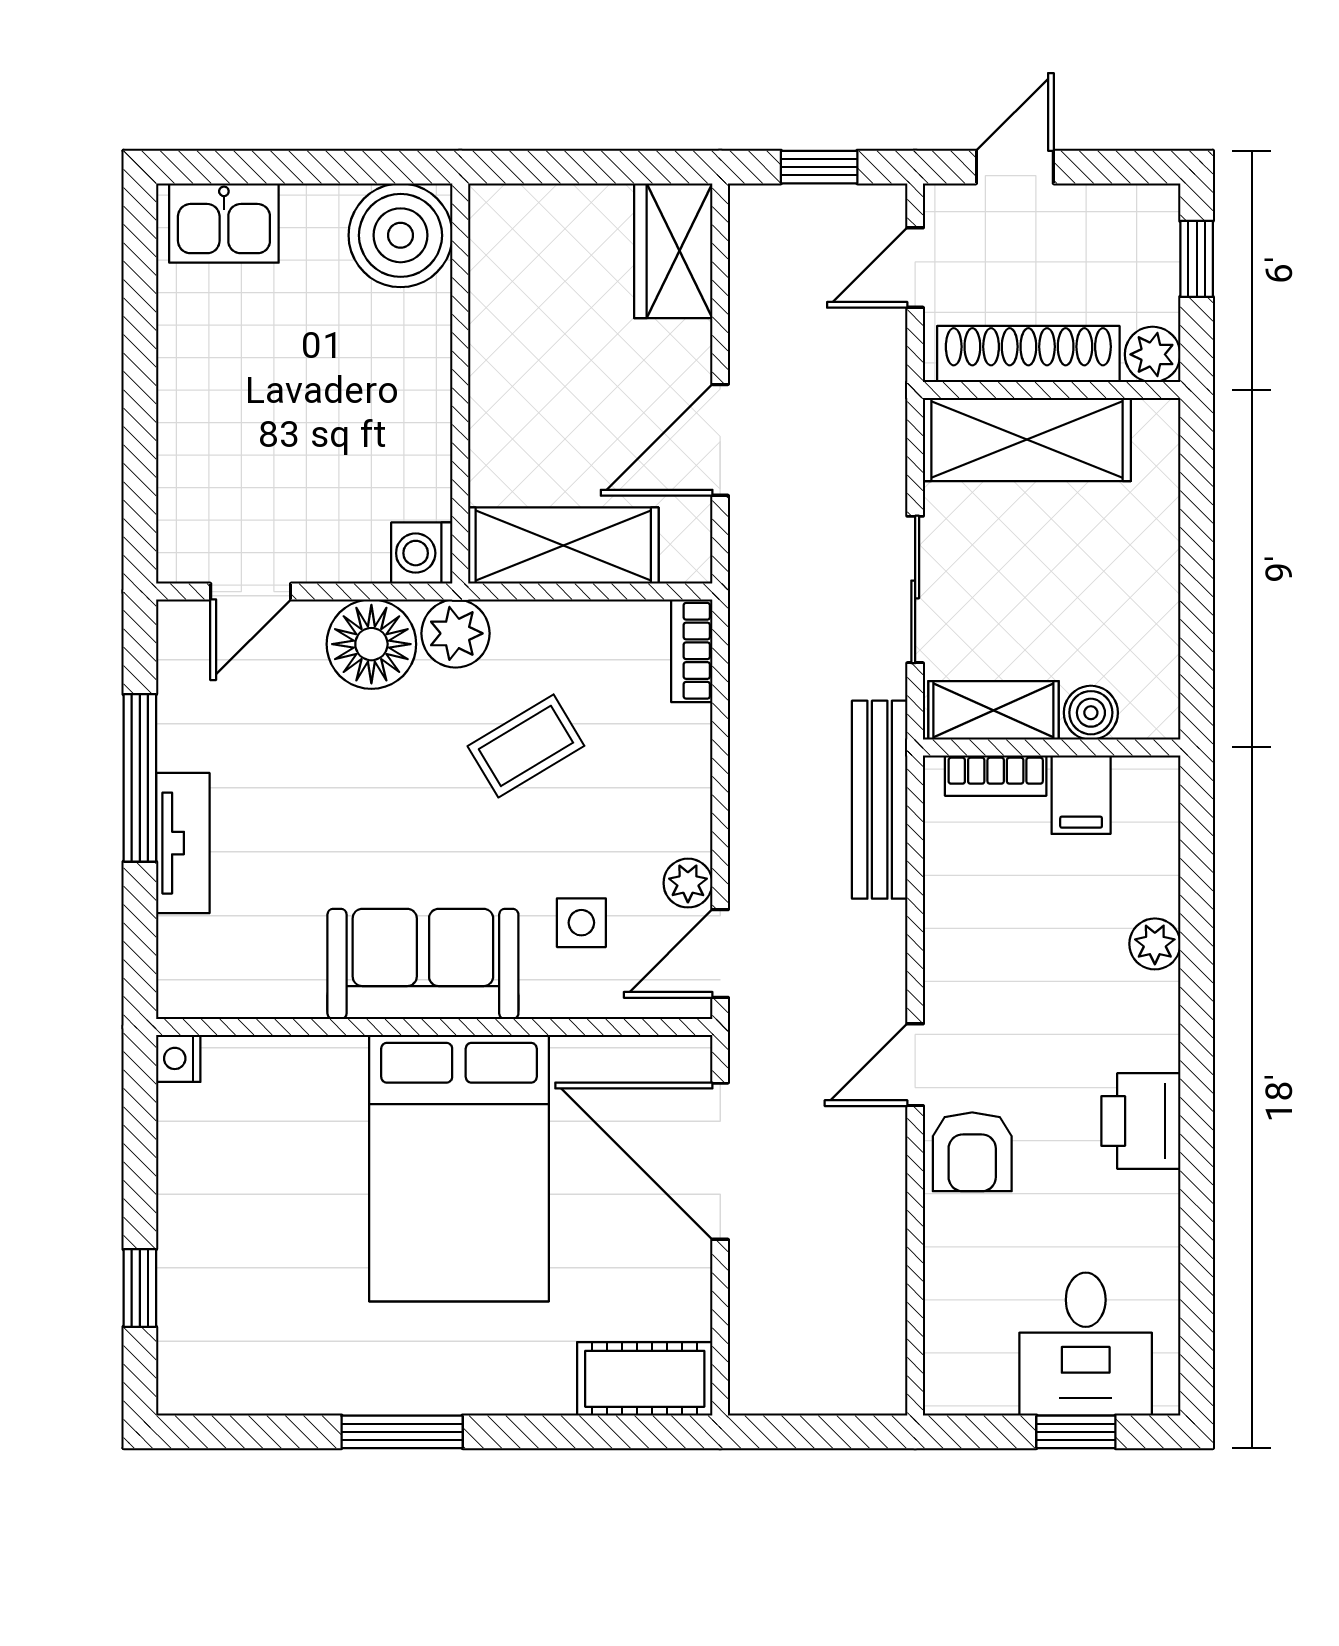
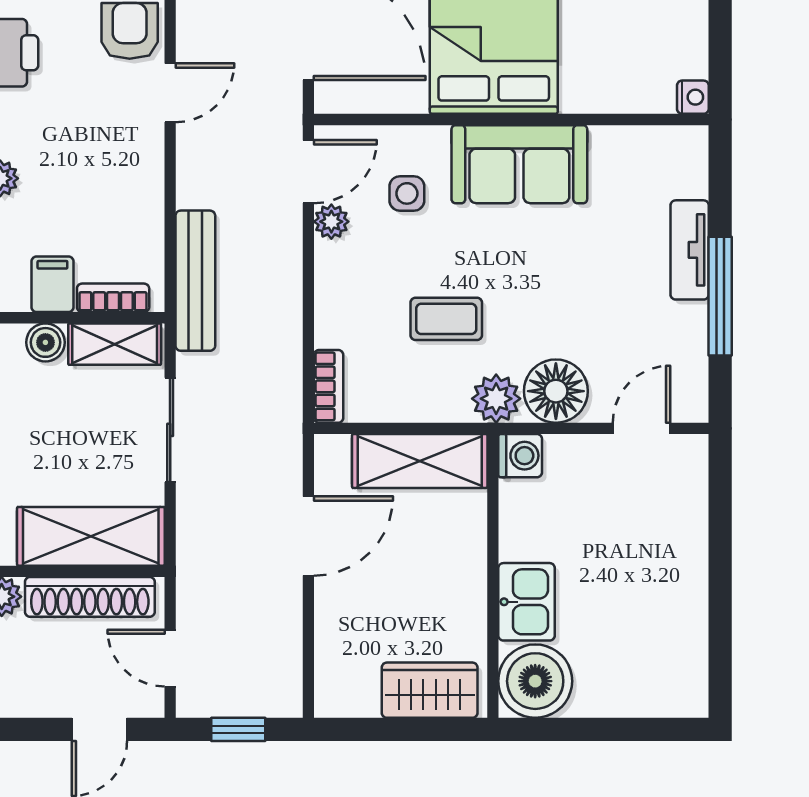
kitchen sink: (224, 223) -> (527, 602), moved, turned 90
wardrobe: (673, 251) -> (430, 690), moved, turned -90
door: (915, 268) -> (170, 658), swing flipped
coffee table: (526, 746) -> (446, 319), turned 31

